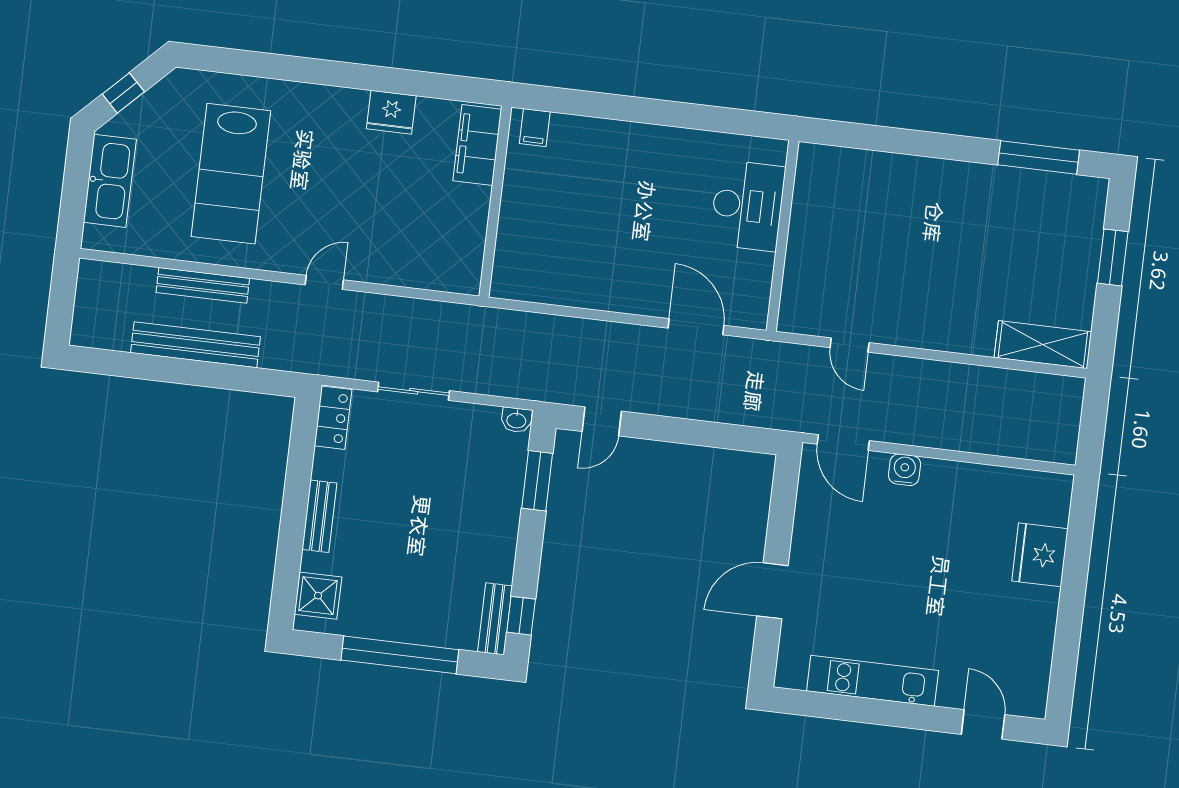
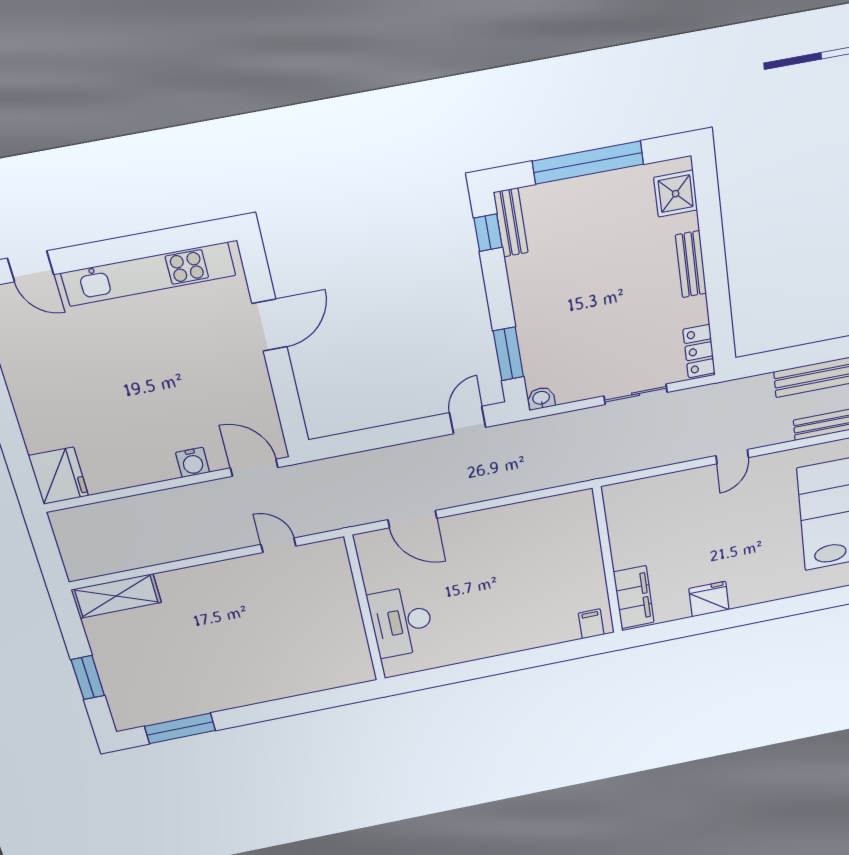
fridge: (1040, 555) -> (59, 476), moved
kitchen unit: (873, 681) -> (149, 274), width x1.36

